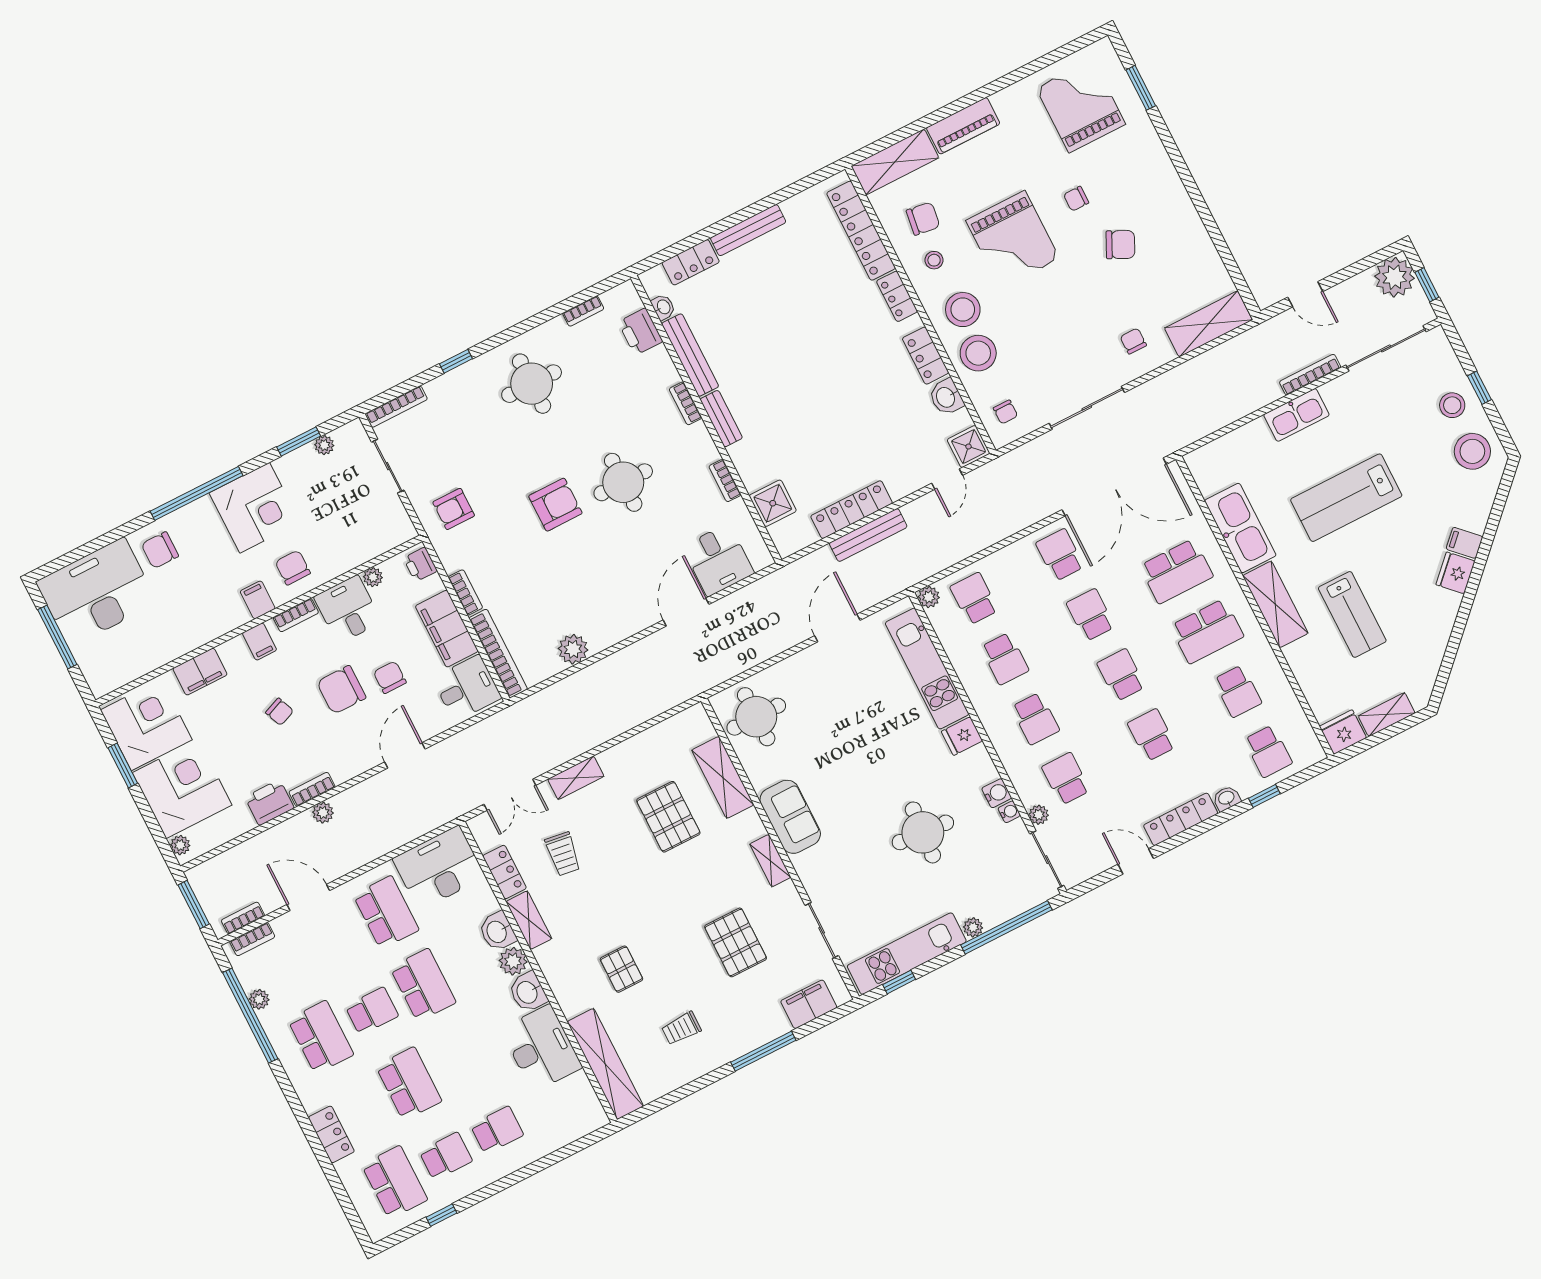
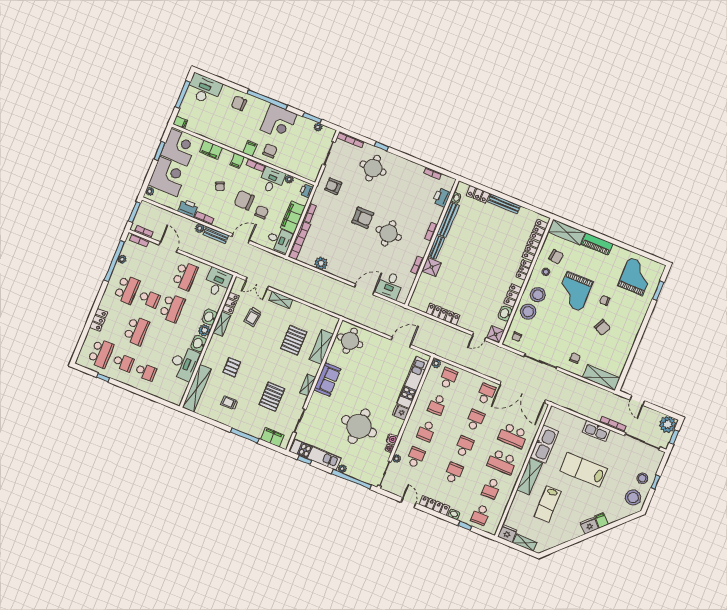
round table: (532, 384) -> (373, 168), moved
shower: (773, 503) -> (431, 267), moved
bench: (868, 535) -> (216, 235), moved, width x0.73
desk: (97, 592) -> (204, 89), width x0.73, depth x0.77
filing cabinet: (103, 684) -> (180, 122), added
round table: (923, 832) -> (359, 426), width x1.36, depth x1.36
desk: (439, 868) -> (218, 282), width x0.73

